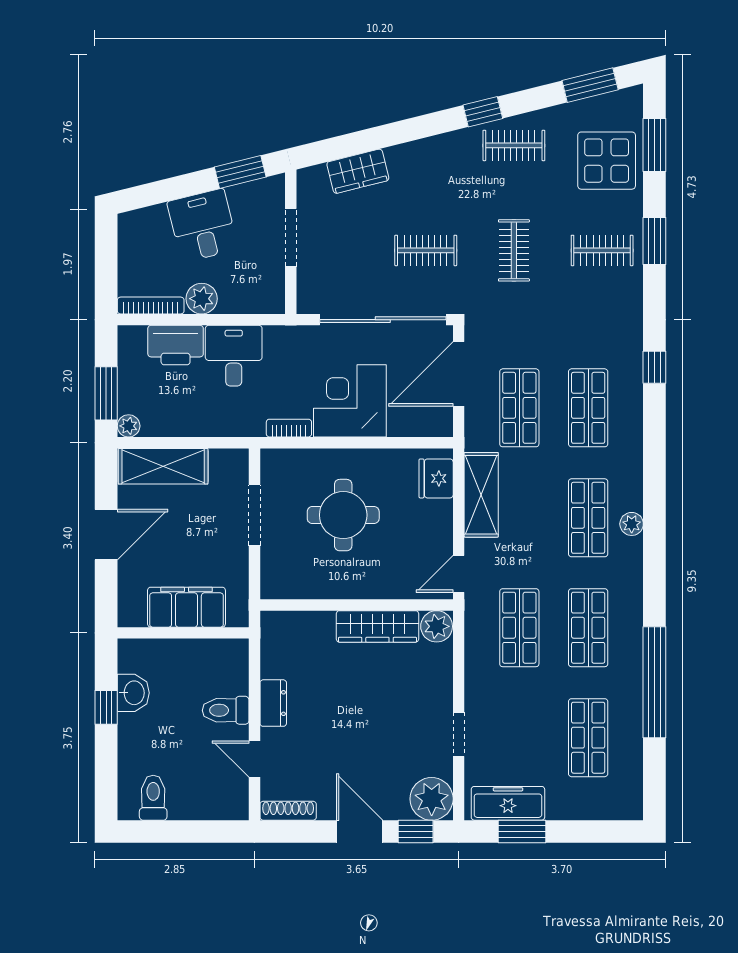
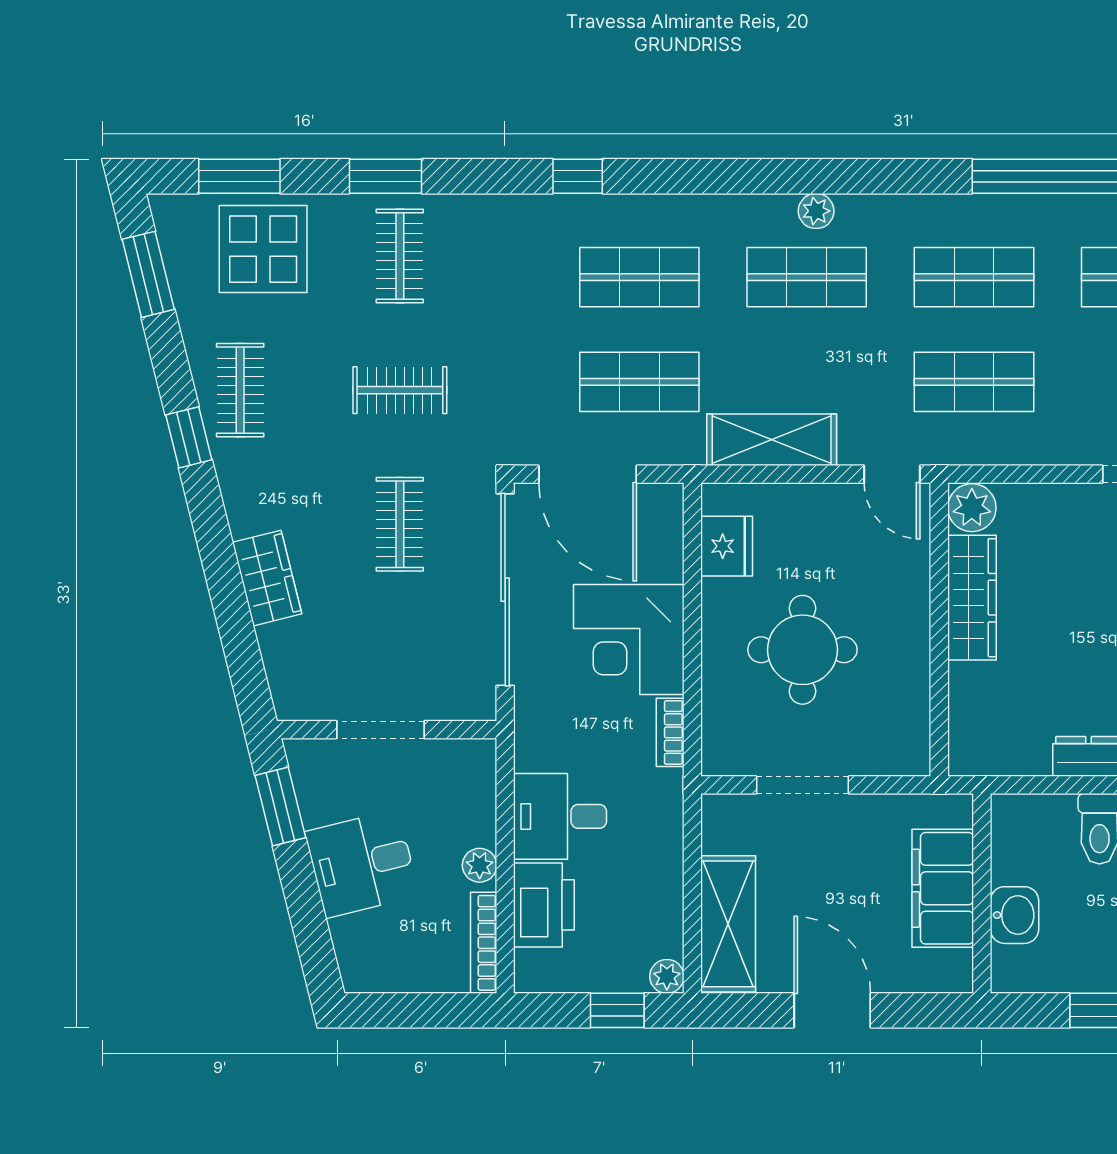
wardrobe: (358, 171) -> (267, 578), moved
plant: (202, 299) -> (480, 865), width x0.73, depth x0.73
window: (106, 393) -> (617, 1010), width x0.67
fridge: (436, 478) -> (727, 546), moved, turned -90
washbasin: (133, 693) -> (1014, 915), moved, turned 90

